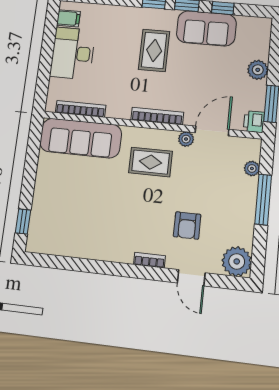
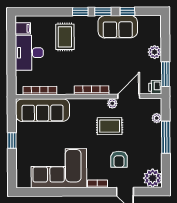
rug: (154, 50) -> (65, 37), moved
rug: (151, 162) -> (110, 126), moved
window: (23, 221) -> (12, 140), moved
corner sofa: (93, 229) -> (59, 168), added

